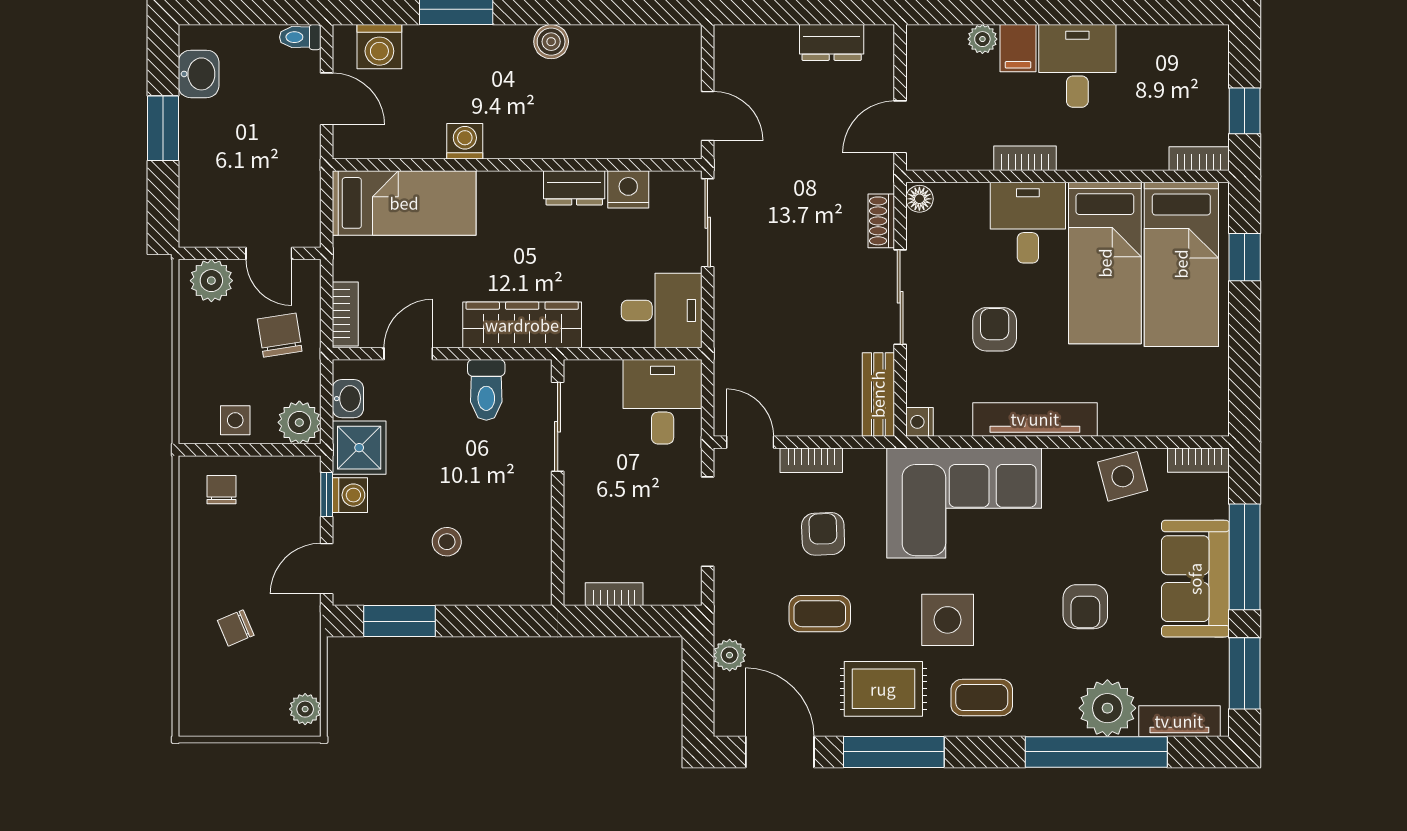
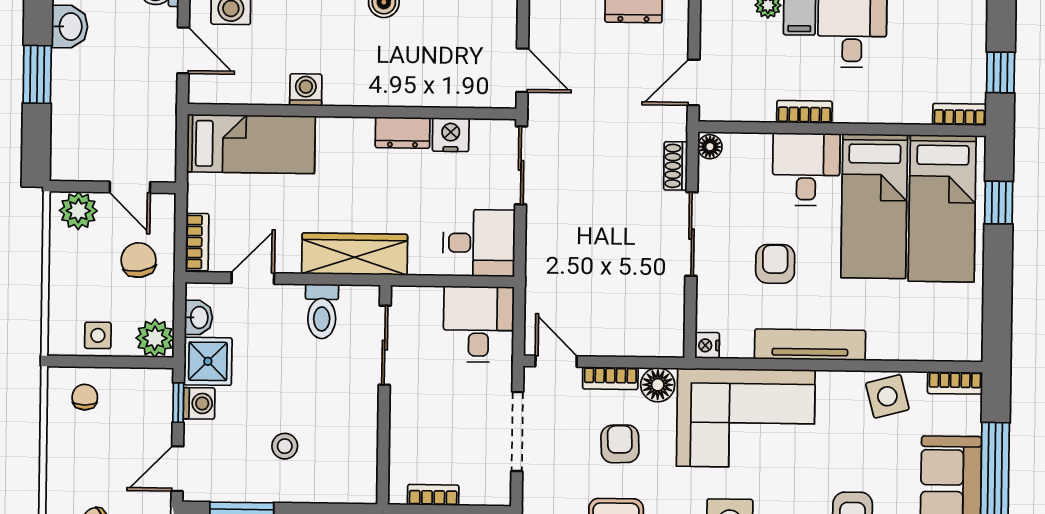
bench: (878, 394) -> (671, 320), removed
floor lamp: (865, 467) -> (658, 385), added

